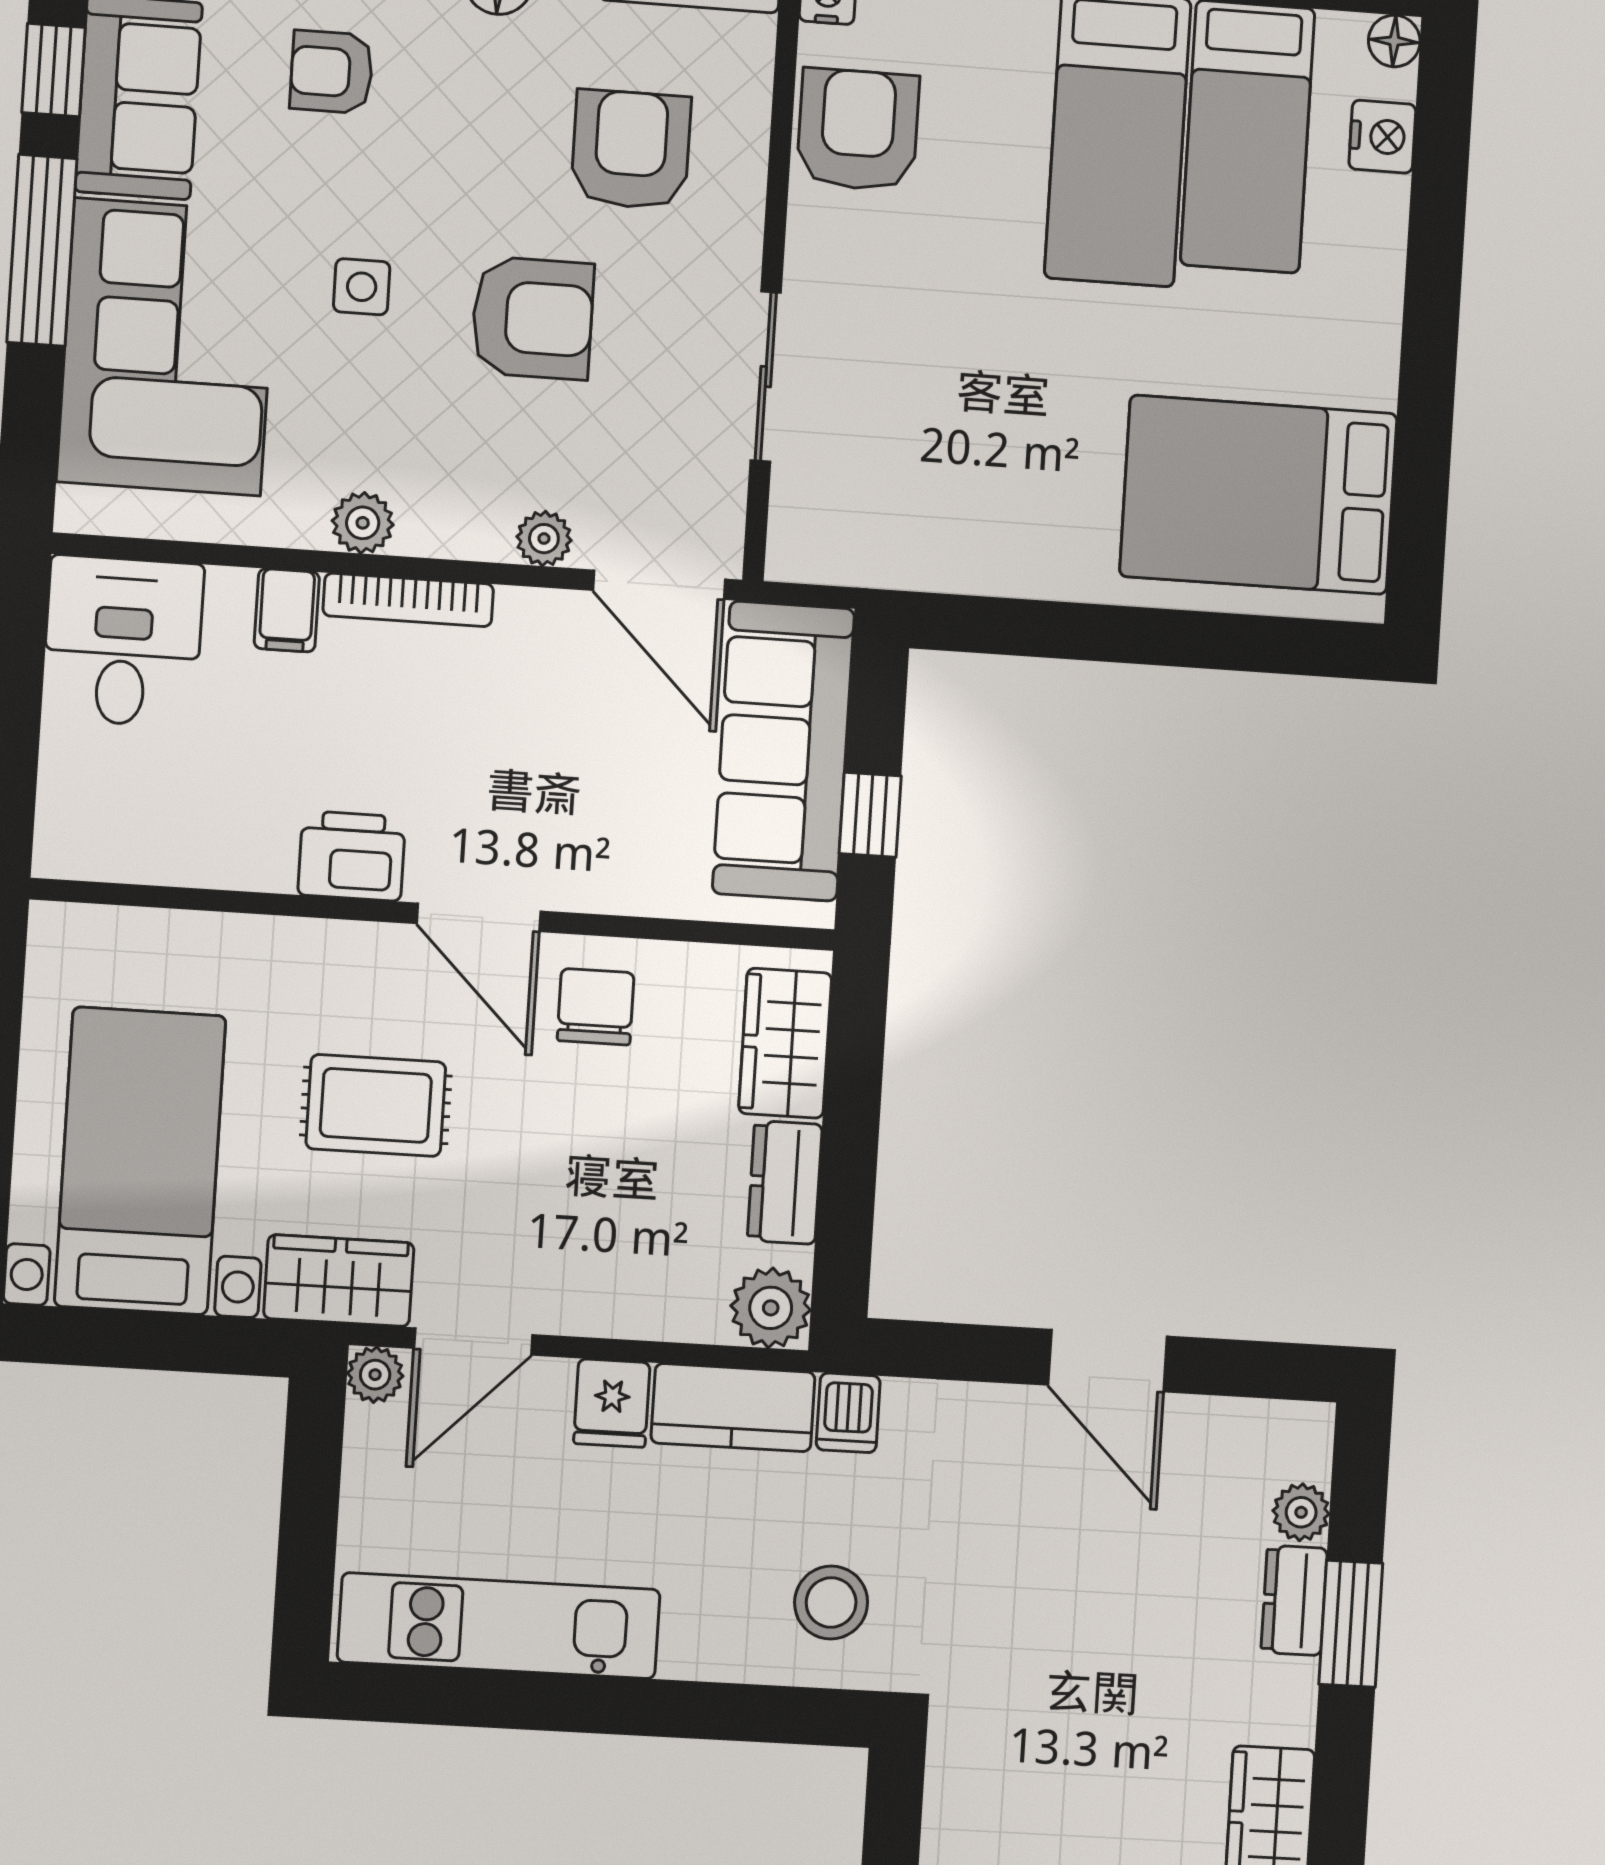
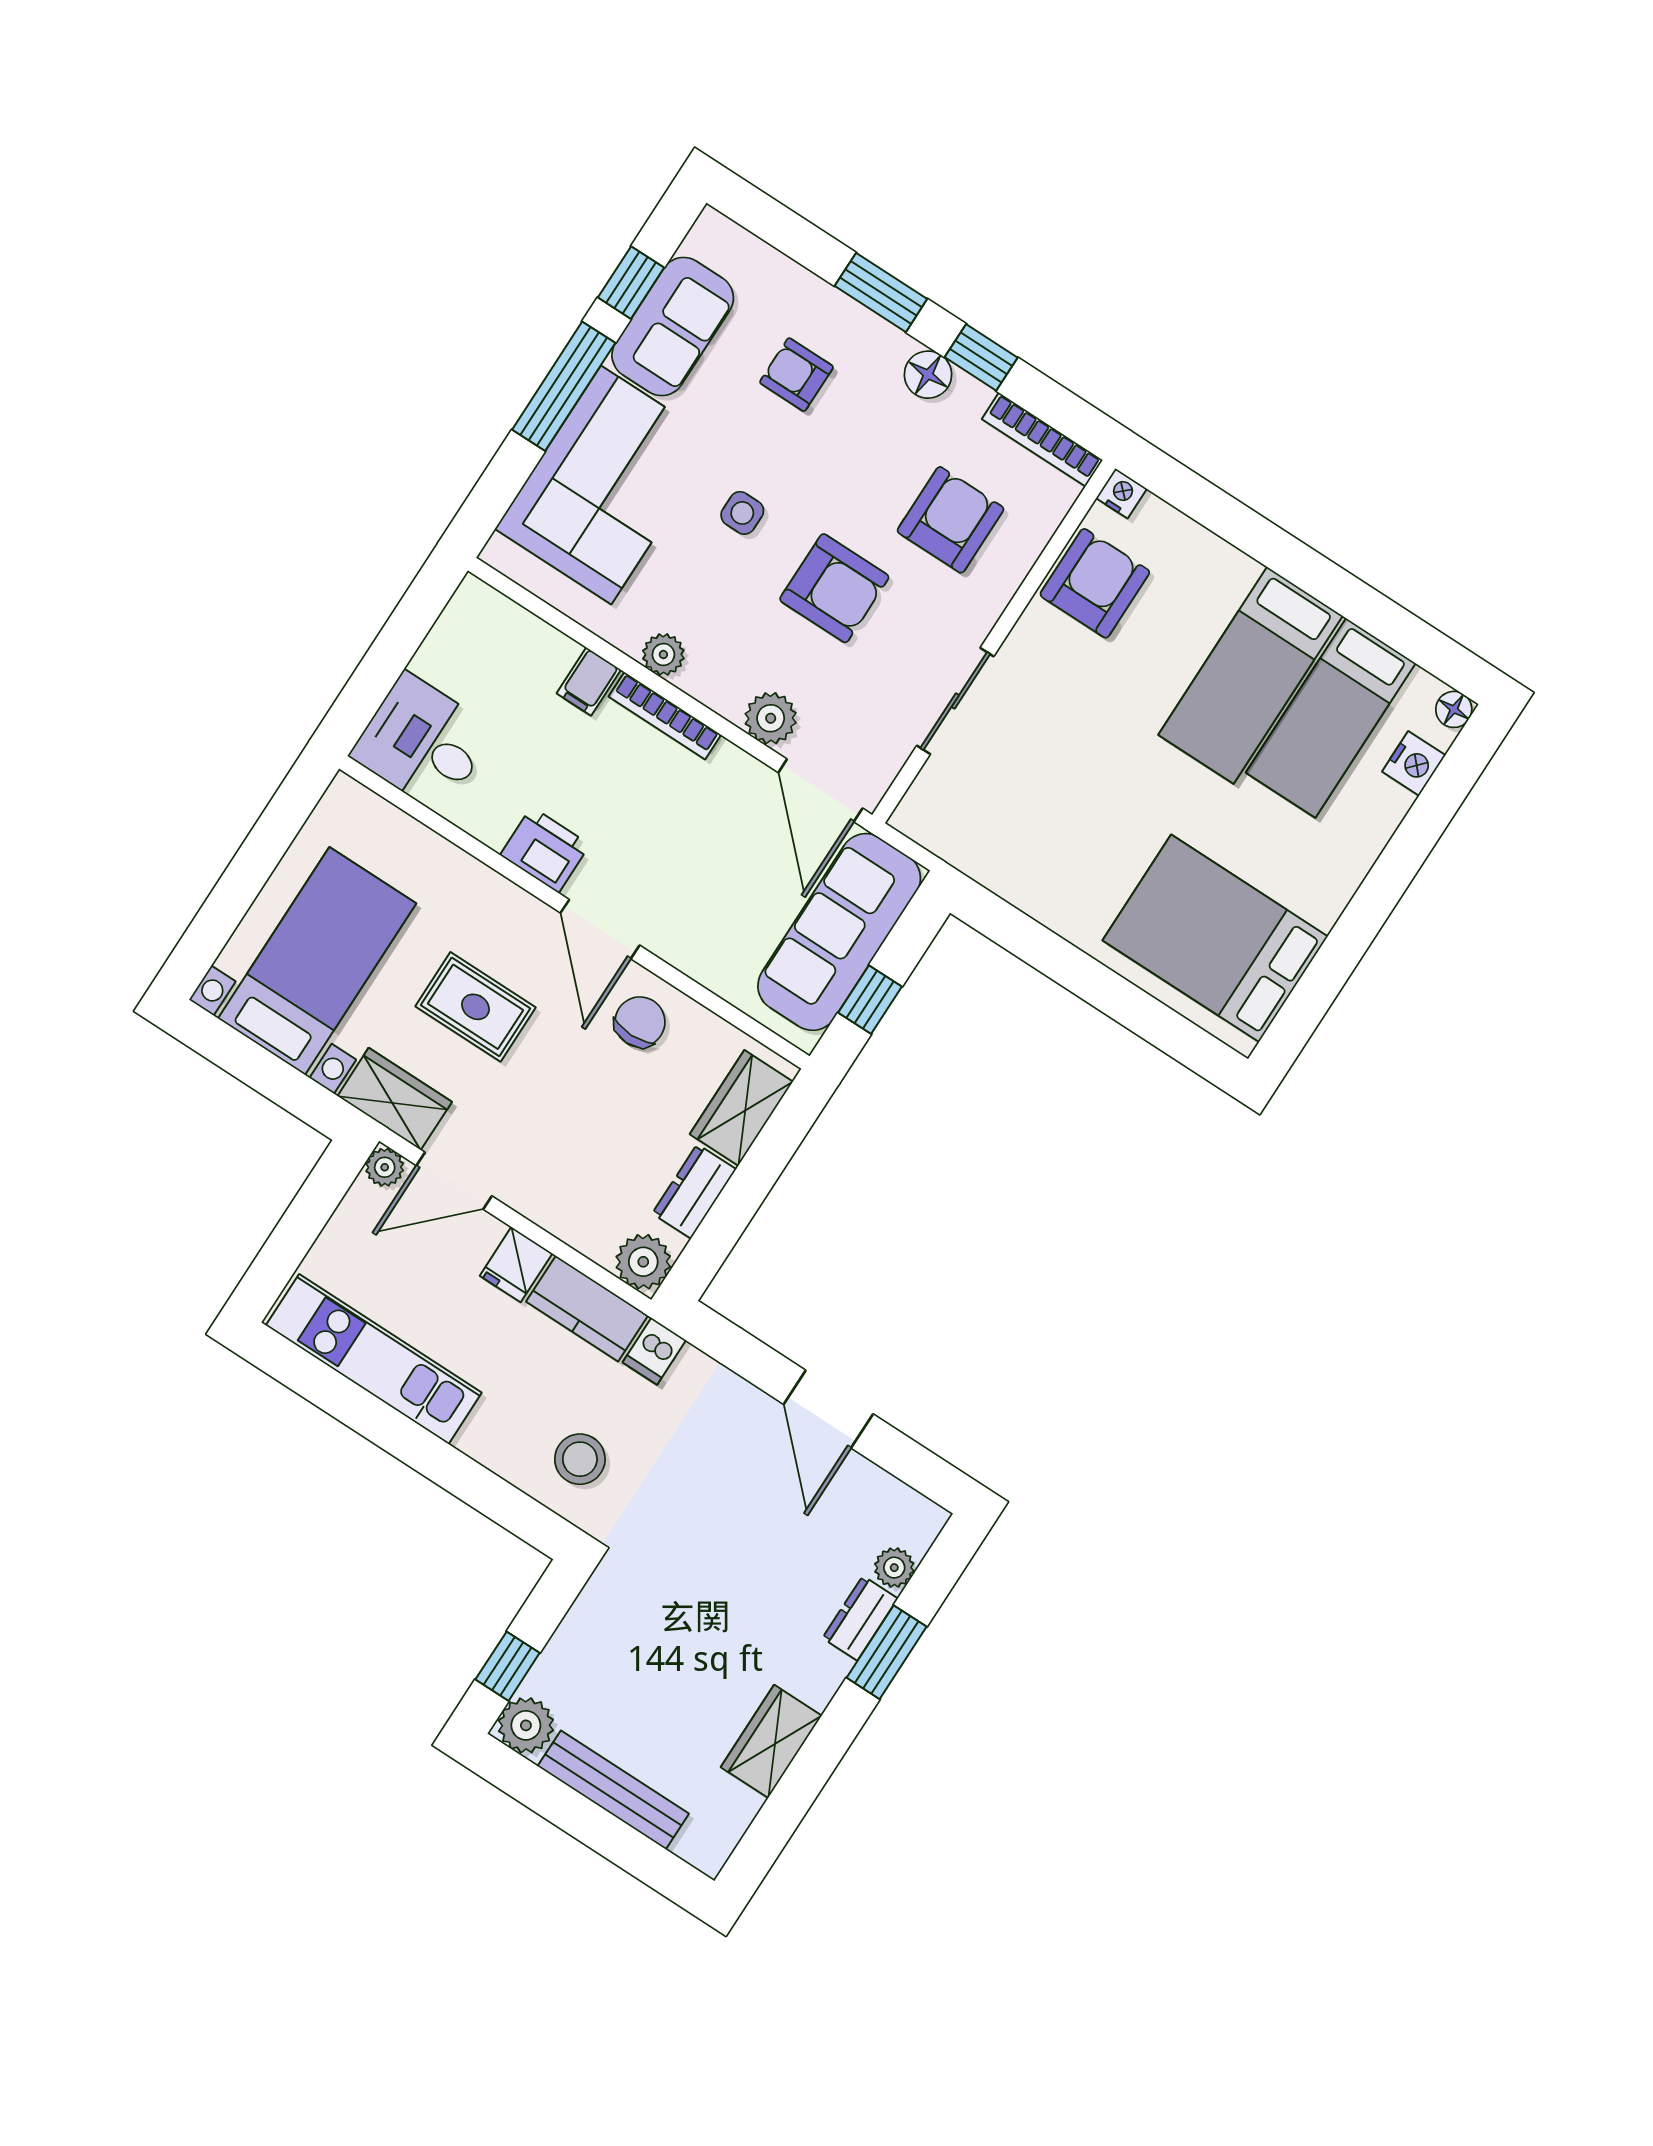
plant: (544, 539) -> (771, 718), width x1.38, depth x1.38
desk: (123, 641) -> (423, 743), moved, turned -90

